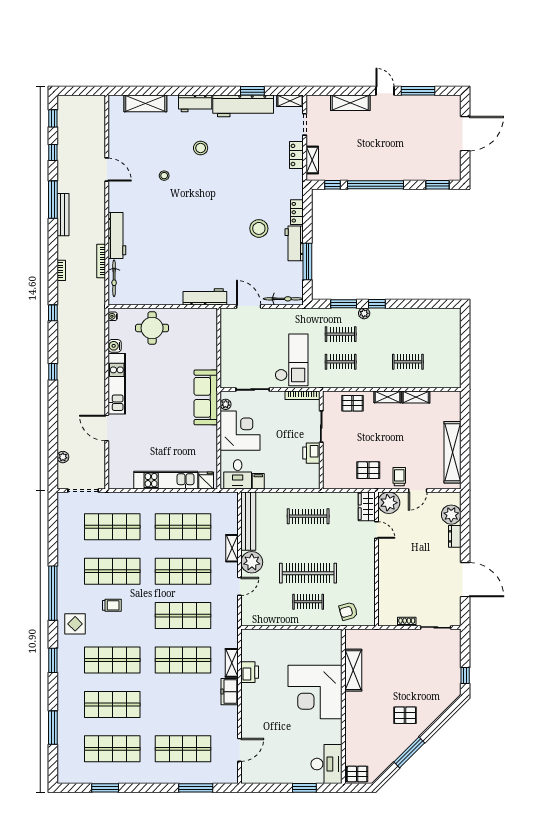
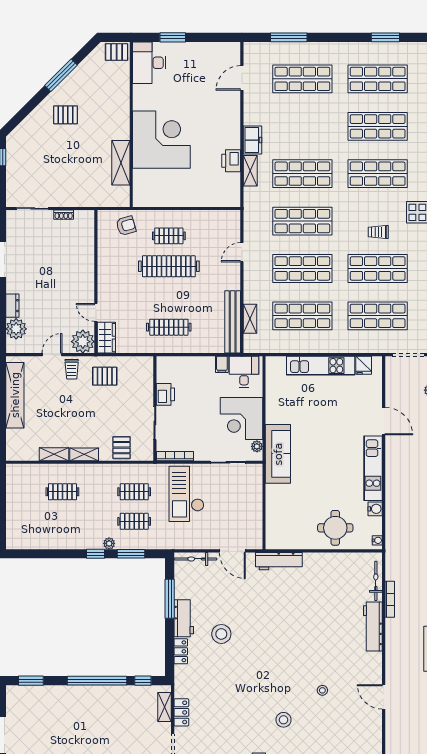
pallet: (353, 403) -> (121, 448), turned 90
fridge: (206, 480) -> (364, 365), moved
shelving: (232, 548) -> (250, 319), moved
plant: (252, 562) -> (229, 278), removed

